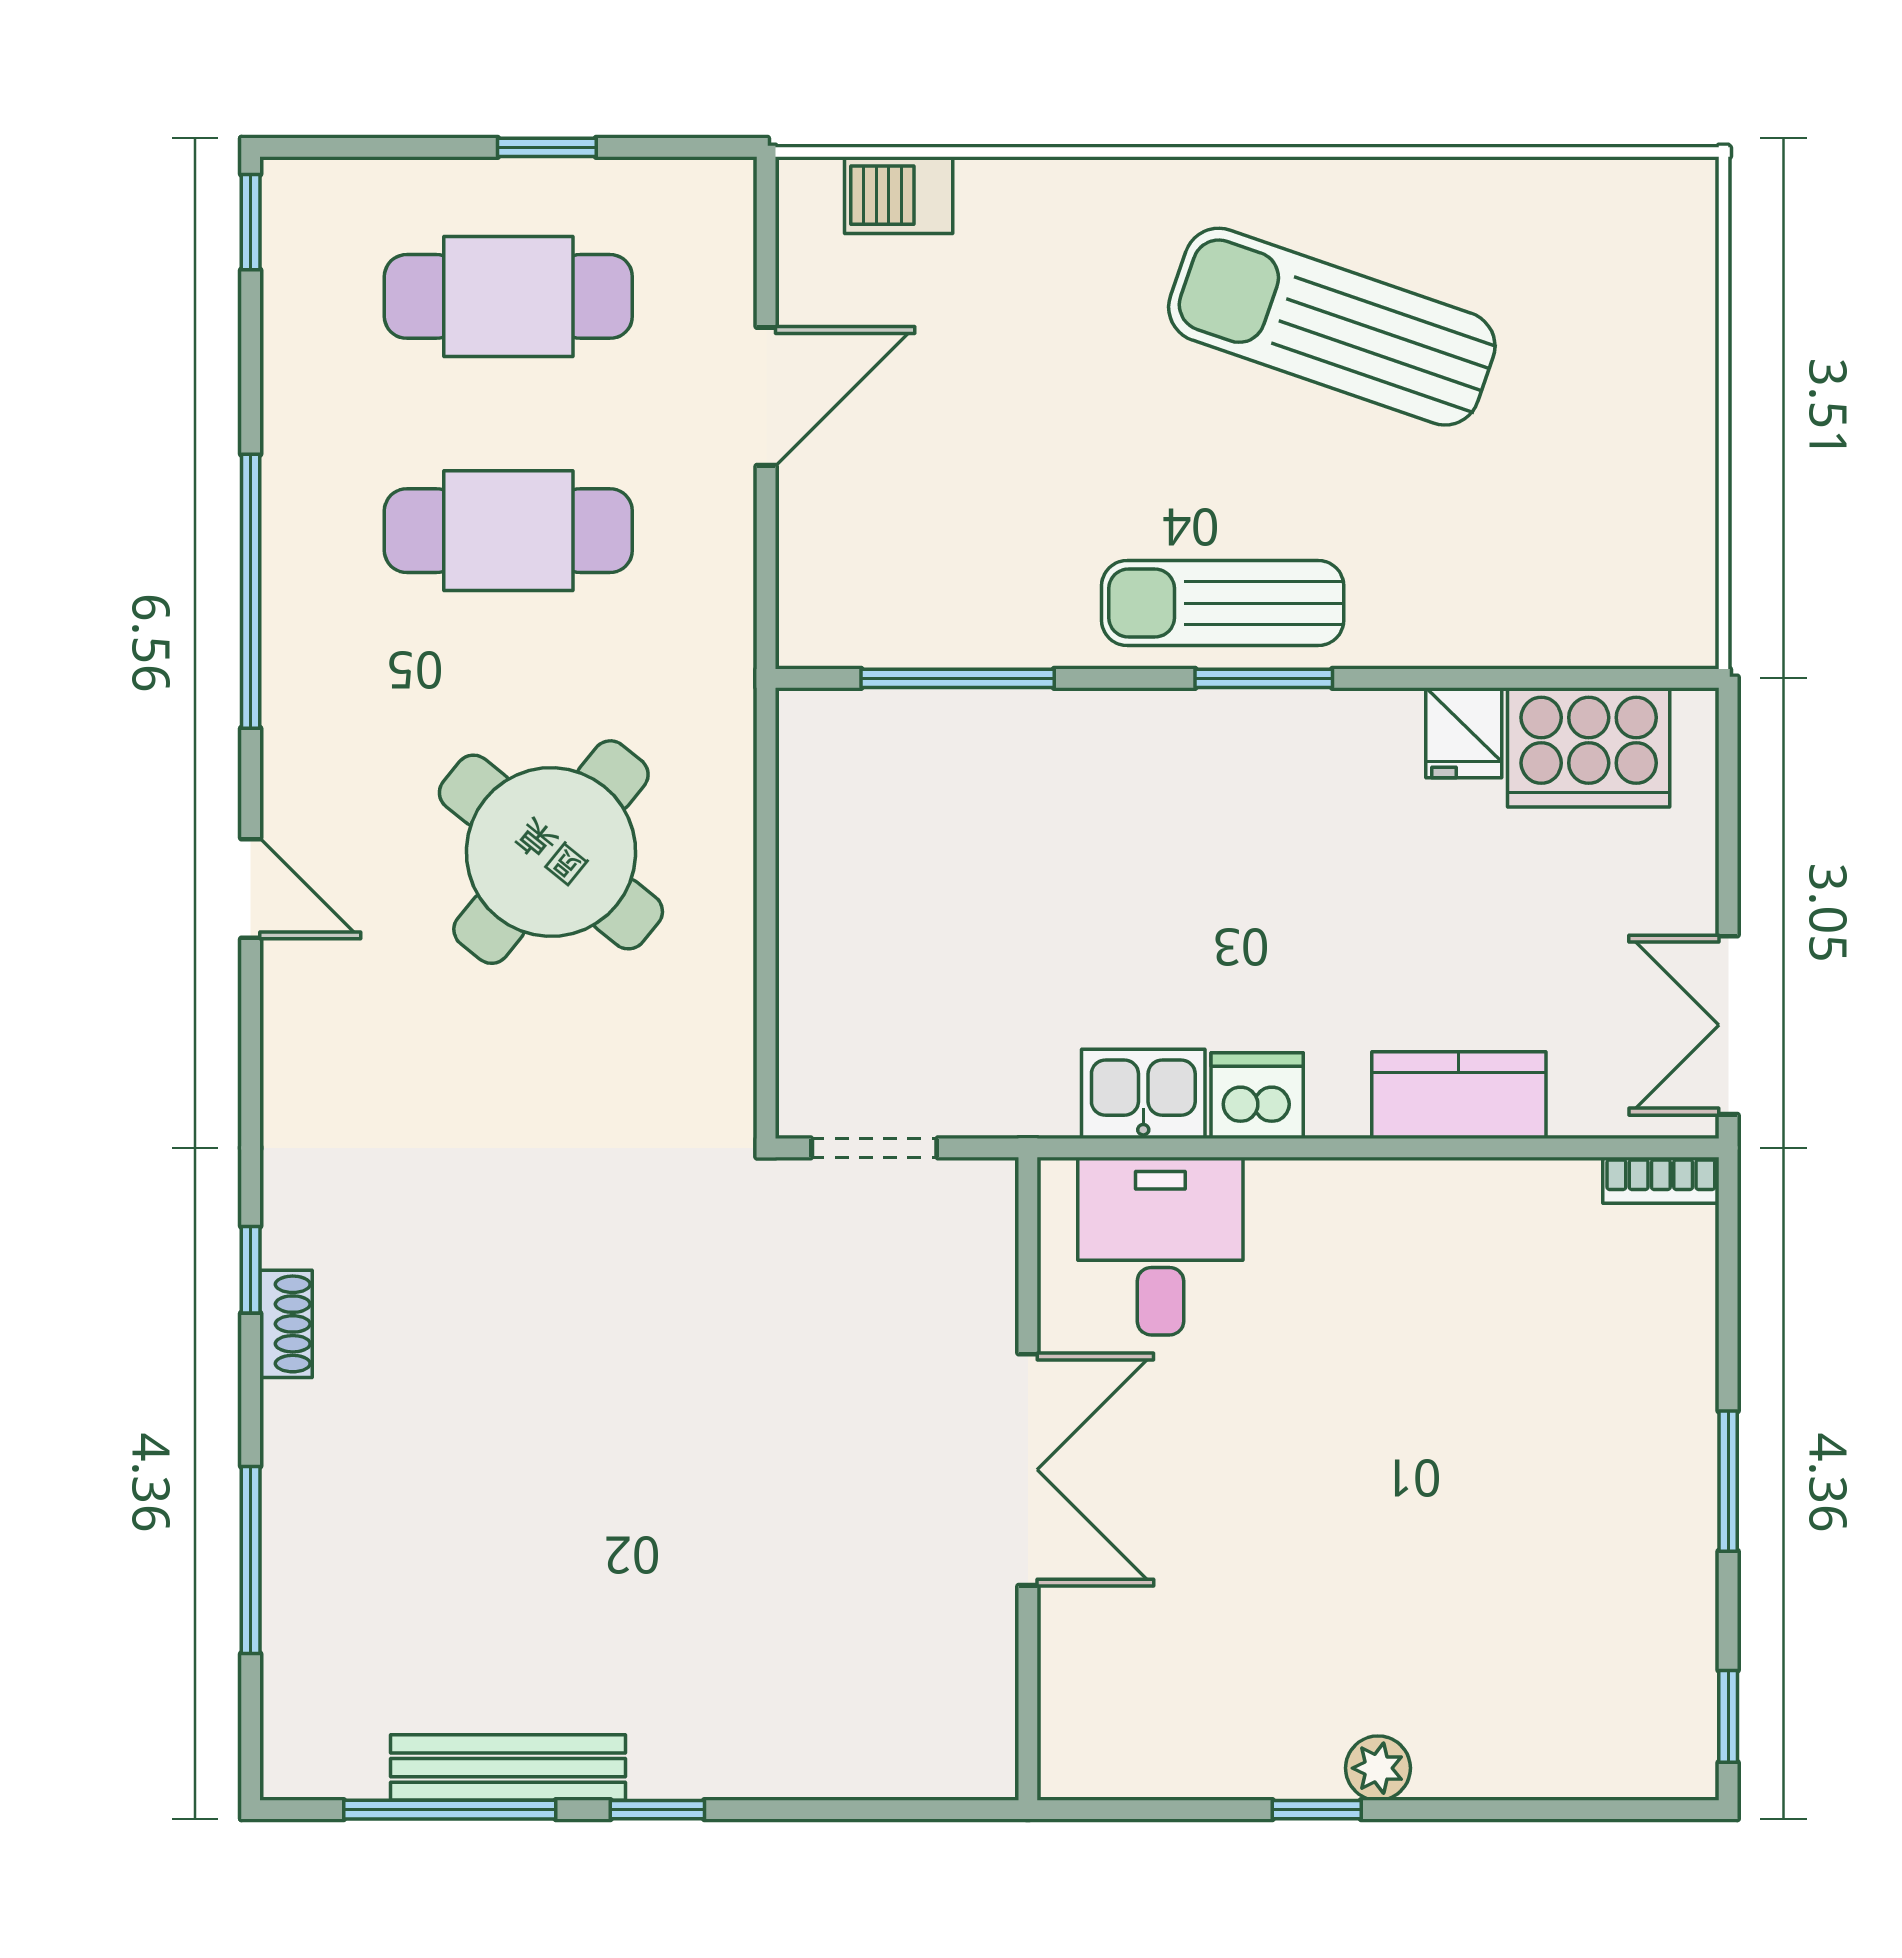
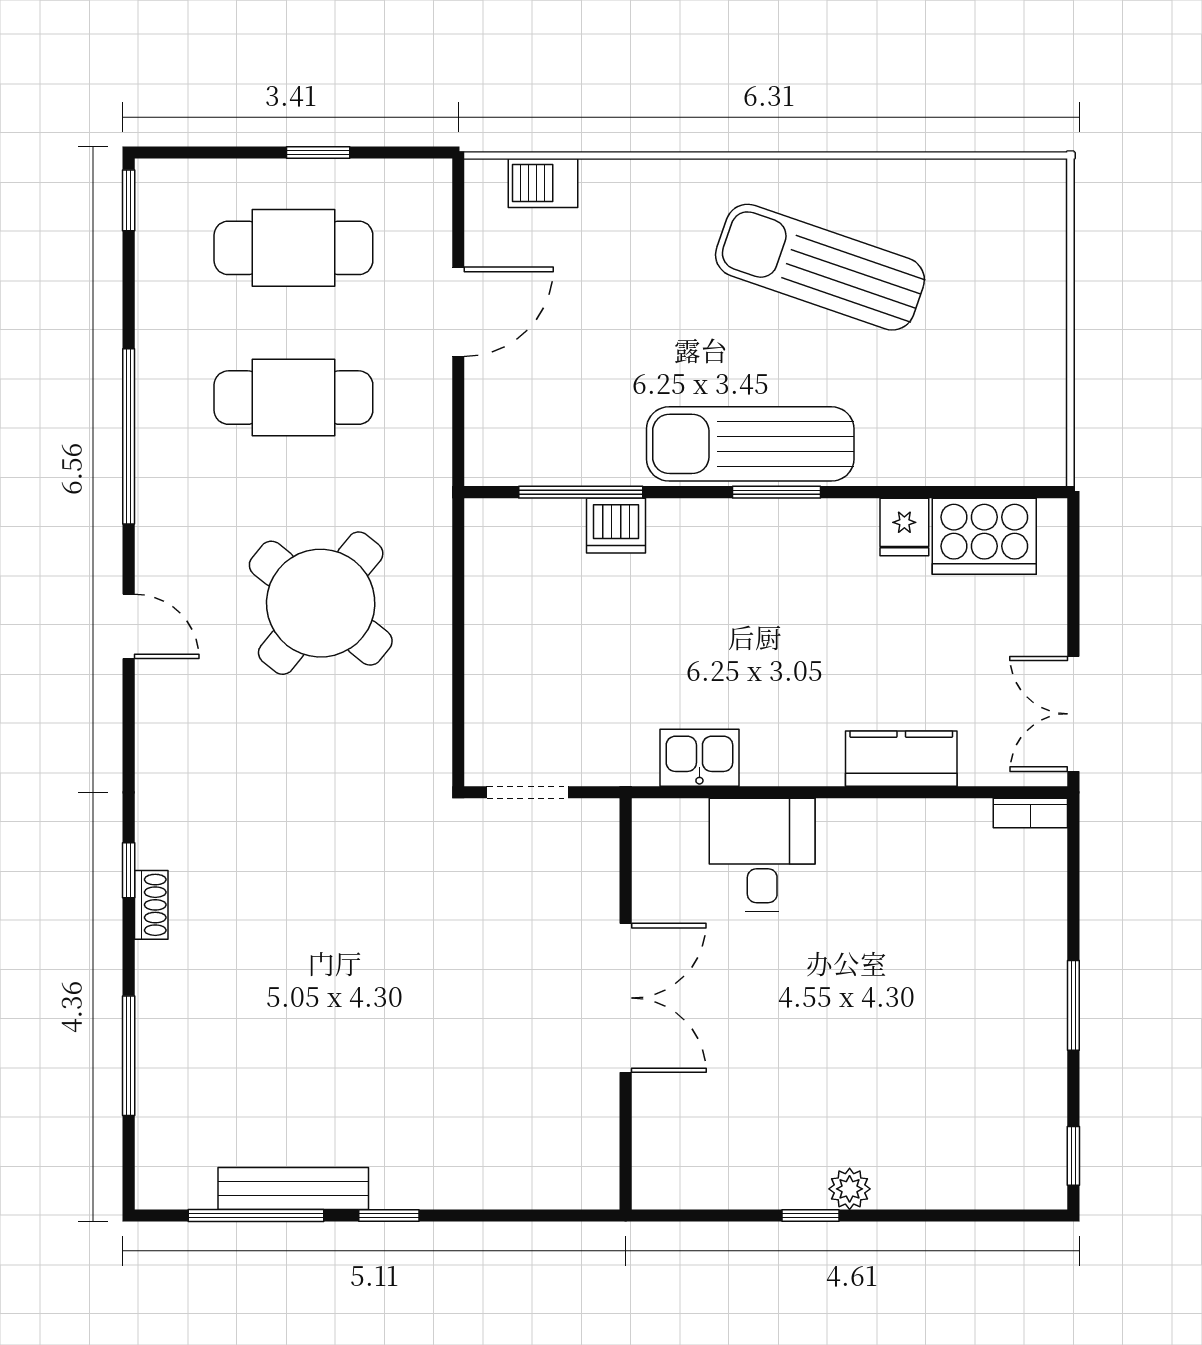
sun lounger: (1223, 603) -> (750, 444), width x1.36, depth x1.34
dishwasher: (1257, 1096) -> (616, 526), moved, turned 180
desk: (1160, 1246) -> (762, 855), moved

